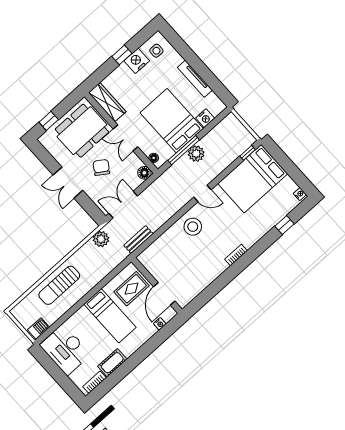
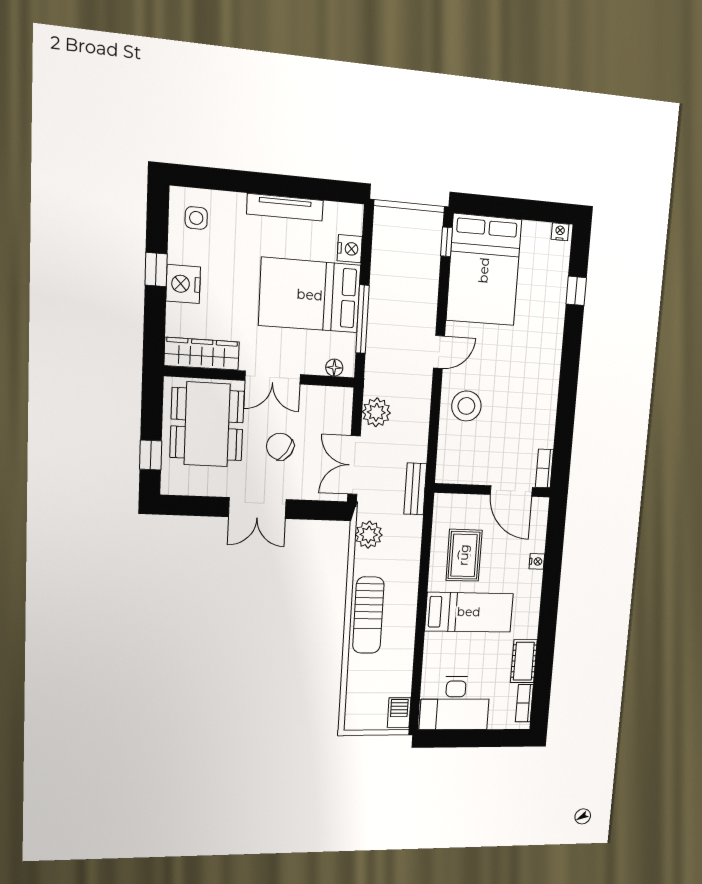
nightstand: (137, 61) -> (183, 284), moved
plant: (196, 154) -> (376, 412), moved
floor lamp: (144, 173) -> (341, 399), removed
bookcase: (236, 255) -> (544, 468), moved
sun lounger: (59, 285) -> (368, 615), moved
wall: (157, 285) -> (493, 490), moved
door: (164, 294) -> (511, 491), moved

